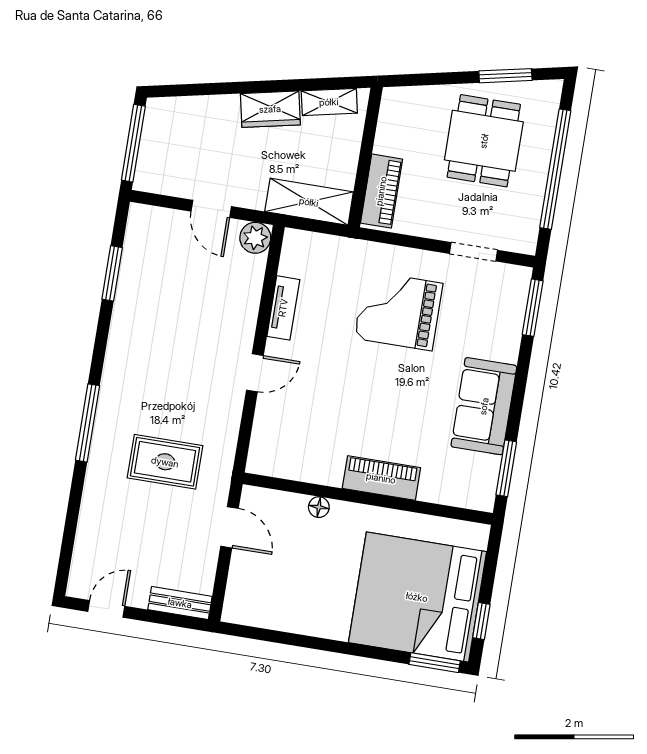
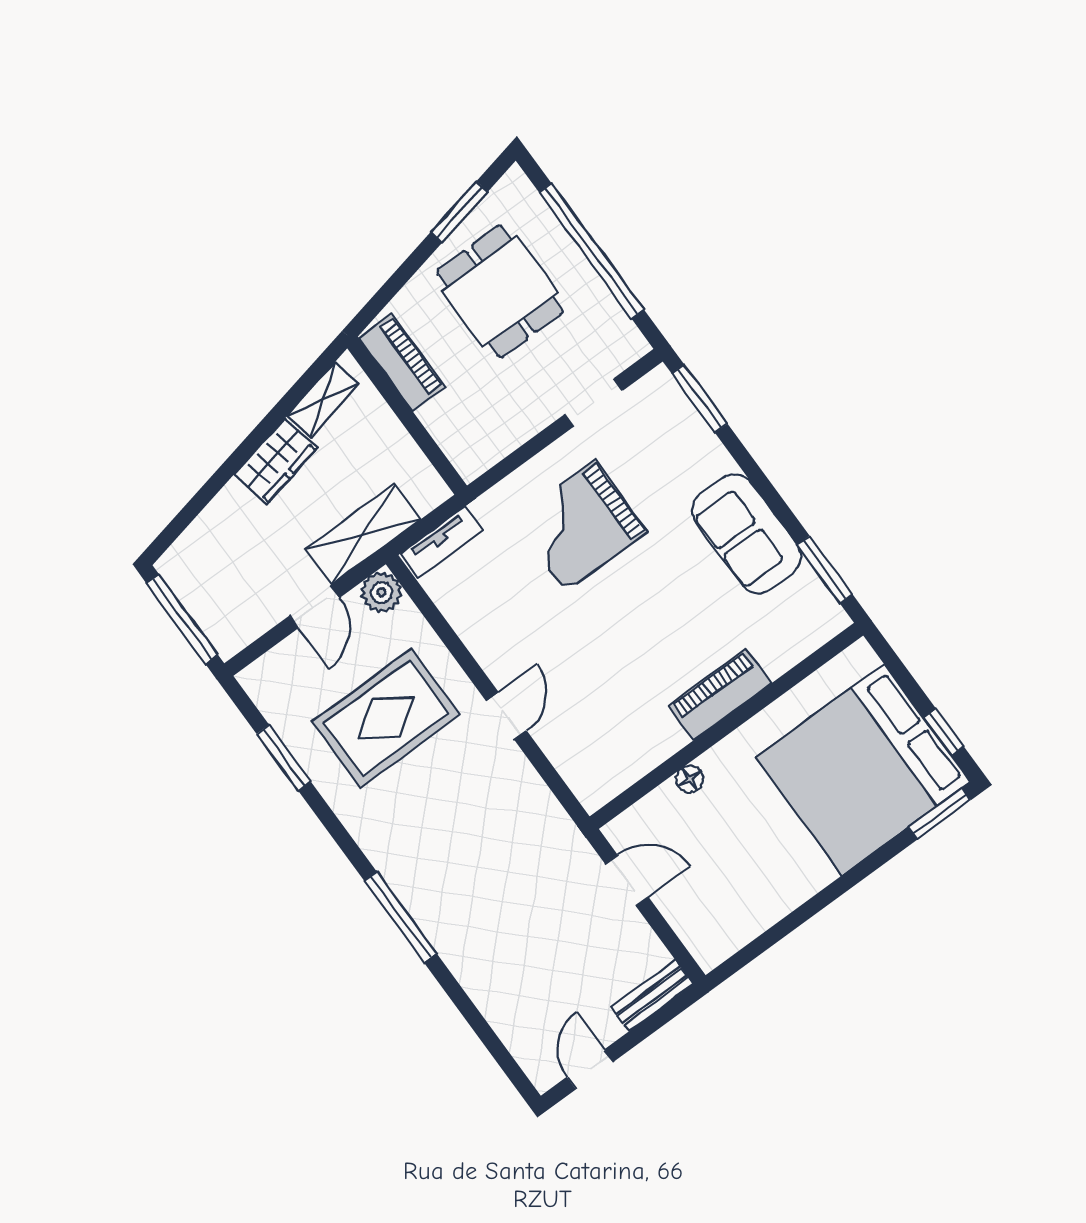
piano: (381, 191) -> (402, 362), moved
shelving: (309, 202) -> (363, 534), moved
door: (211, 209) -> (314, 607), hinge flipped
tv unit: (283, 308) -> (442, 542), moved, turned 90
rug: (165, 462) -> (386, 718), moved, width x1.36, depth x1.43

